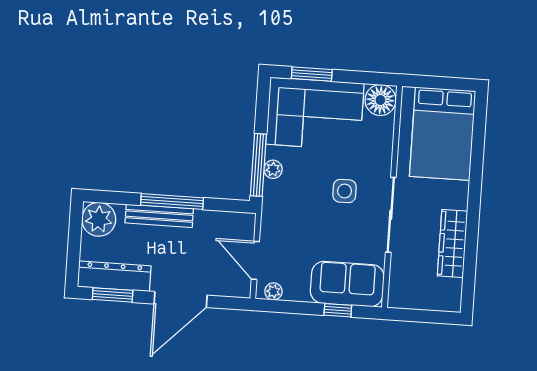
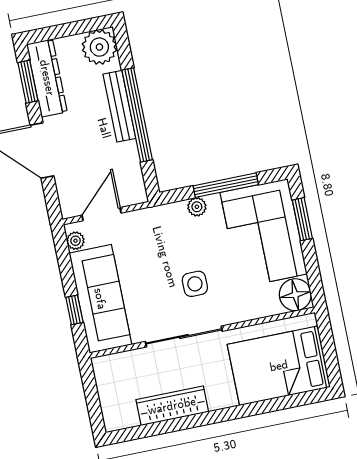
window: (258, 165) -> (226, 185), moved
window: (172, 201) -> (137, 115), width x1.46
sofa: (347, 284) -> (100, 299), width x1.36

